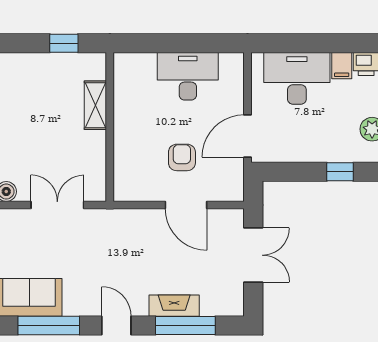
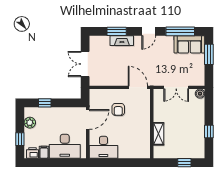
window: (64, 43) -> (184, 163), moved
desk: (188, 76) -> (103, 147), moved
door: (186, 205) -> (138, 87), moved
door: (116, 325) -> (149, 31), hinge flipped
window: (185, 325) -> (117, 31), width x0.69

